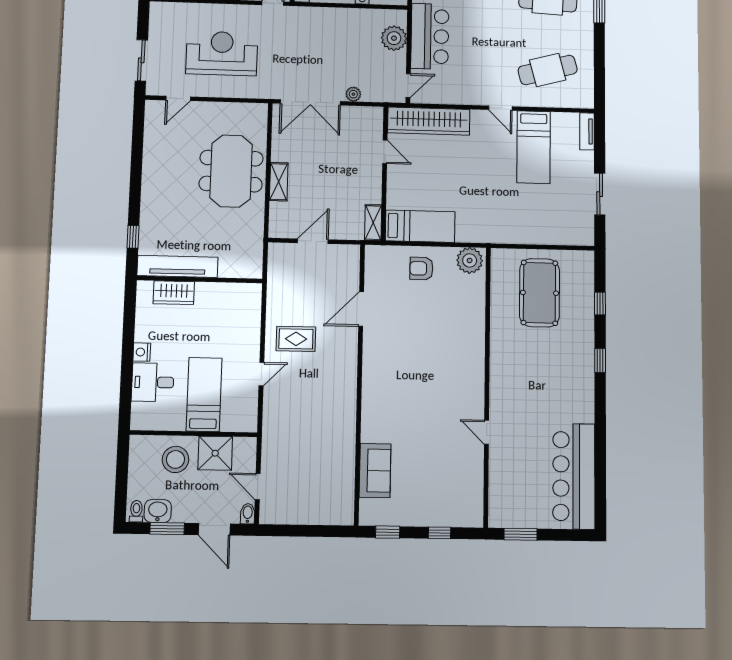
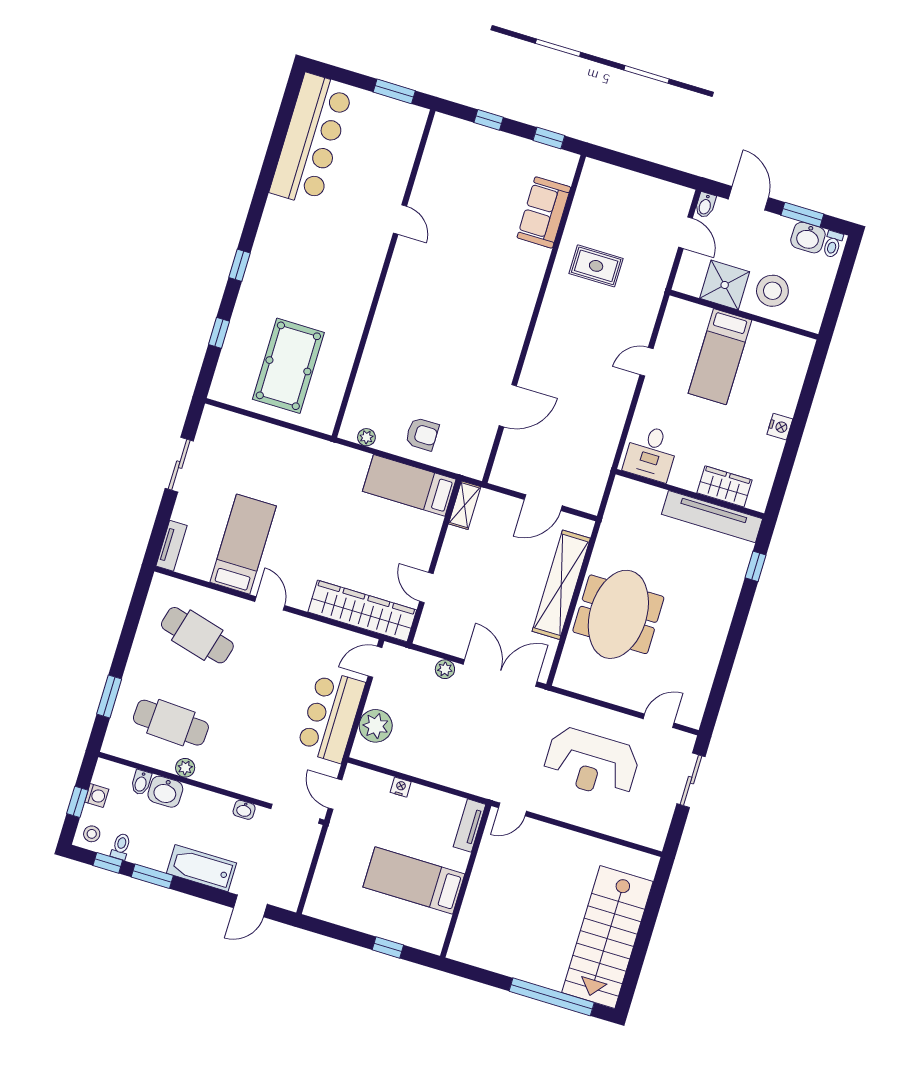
cafe table: (548, 70) -> (197, 635), turned 30
shelving: (279, 182) -> (561, 585), width x2.20, depth x1.33
plant: (470, 260) -> (366, 437), width x0.53, depth x0.53
rug: (296, 339) -> (596, 266), moved
desk: (153, 382) -> (651, 453), moved, turned 90

